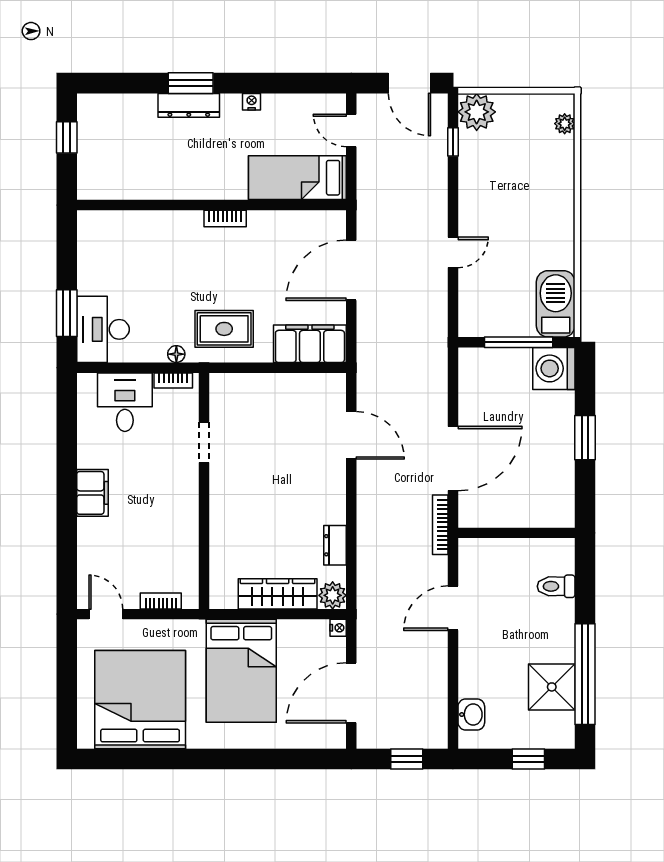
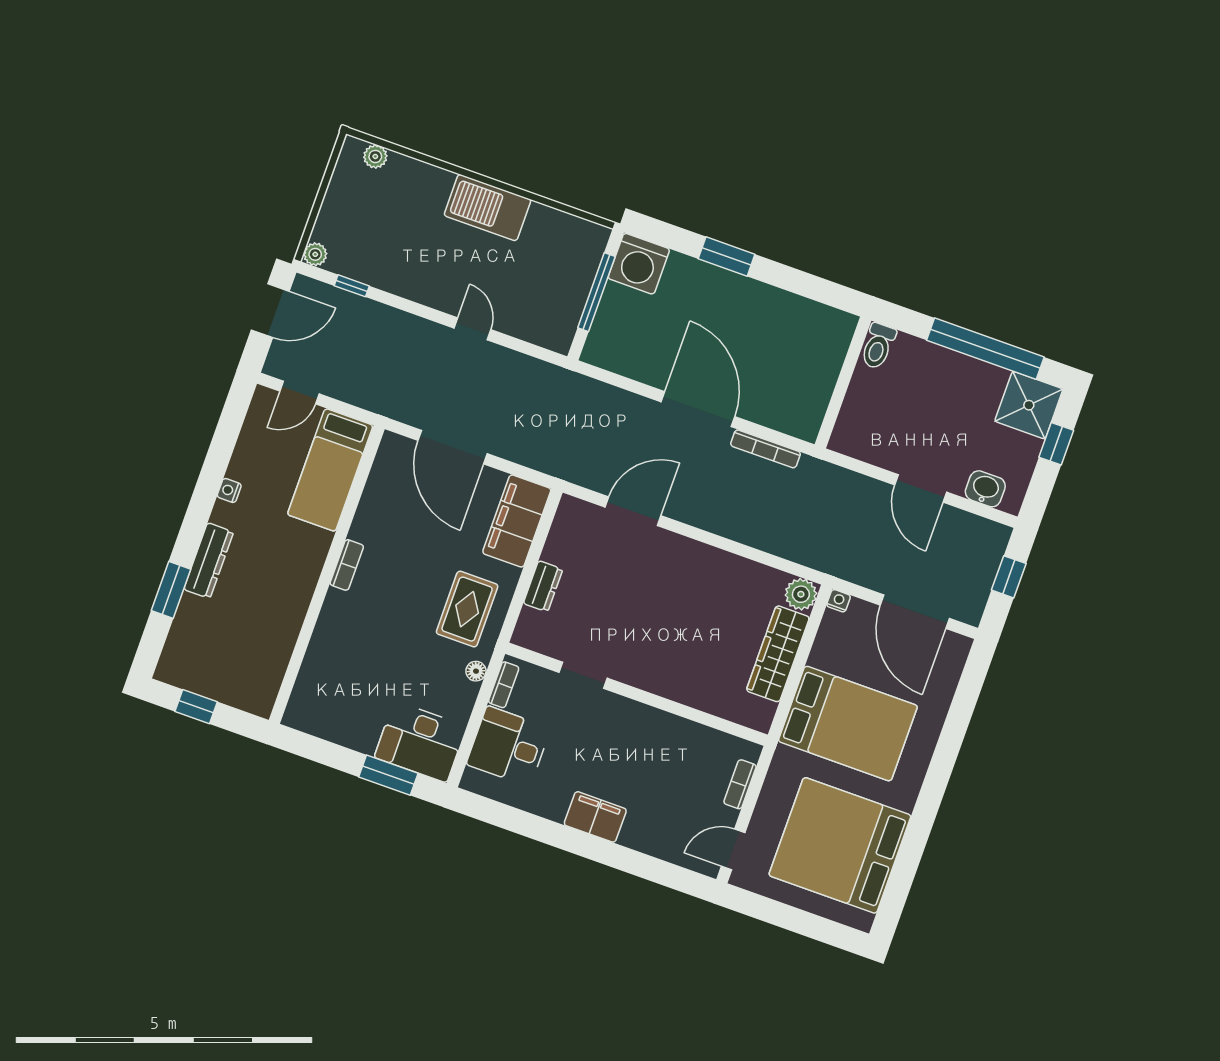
window: (191, 83) -> (171, 590), moved
plant: (477, 112) -> (315, 254), width x0.53, depth x0.53
barbecue: (556, 304) -> (488, 208), moved
wall: (516, 533) -> (843, 383), moved
dresser: (335, 545) -> (543, 586), moved, turned -90
door: (453, 608) -> (921, 488), moved
shower: (552, 687) -> (1029, 405), moved

